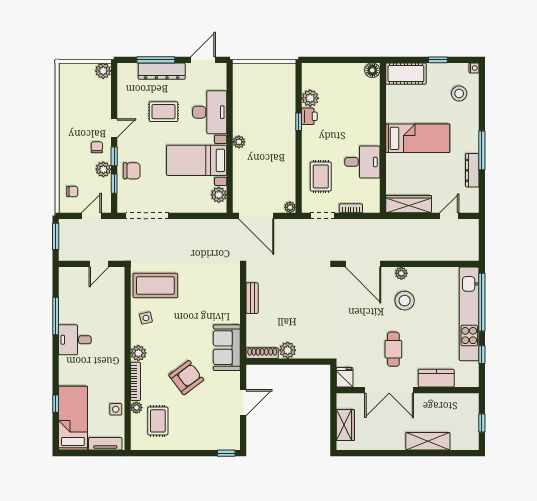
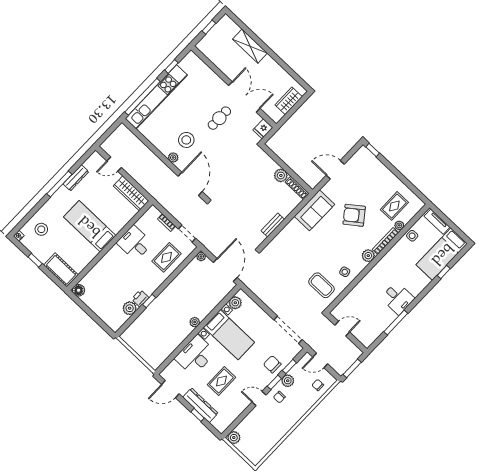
window: (156, 60) -> (197, 415), width x0.46
rug: (164, 112) -> (221, 381), turned 90
coffee table: (155, 286) -> (322, 285), width x0.73, depth x0.76
kitchen counter: (436, 378) -> (211, 78), removed

